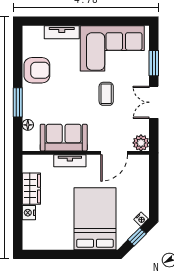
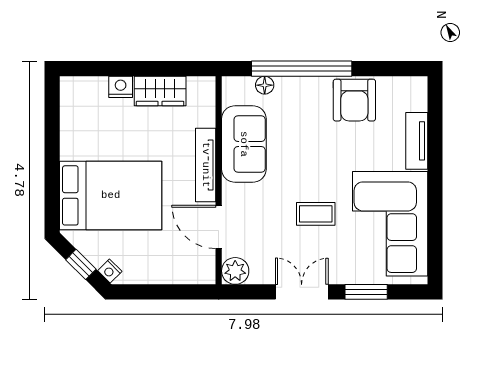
window: (18, 102) -> (302, 69), width x2.11
tv unit: (70, 161) -> (206, 165), width x1.41

